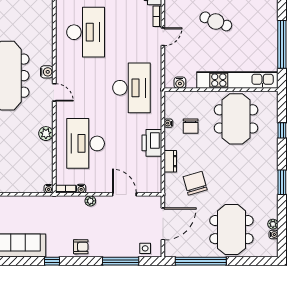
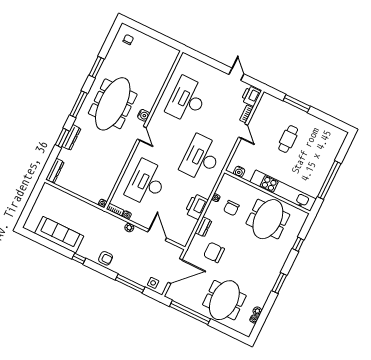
cafe table: (216, 21) -> (288, 139), turned 69
desk: (86, 32) -> (187, 100), turned 180
door: (163, 37) -> (243, 131), hinge flipped
desk: (131, 88) -> (201, 158), turned 180
plant: (46, 134) -> (121, 161), removed
chair: (195, 183) -> (214, 252), turned -74

